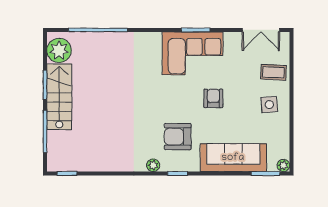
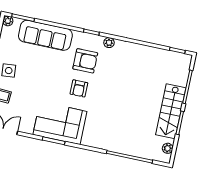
plant: (59, 50) -> (168, 148), width x0.53, depth x0.53
armchair: (213, 98) -> (79, 88), moved

